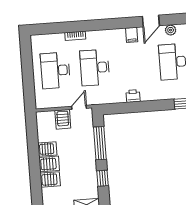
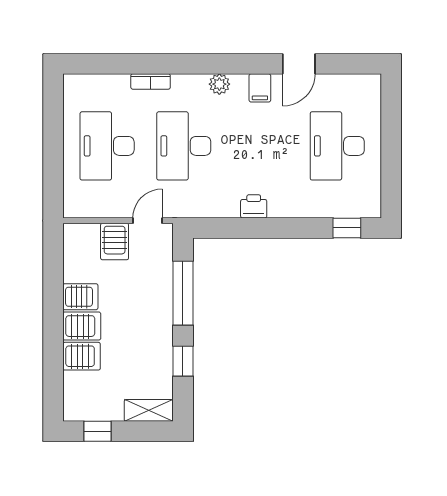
plant: (171, 30) -> (219, 84), moved

